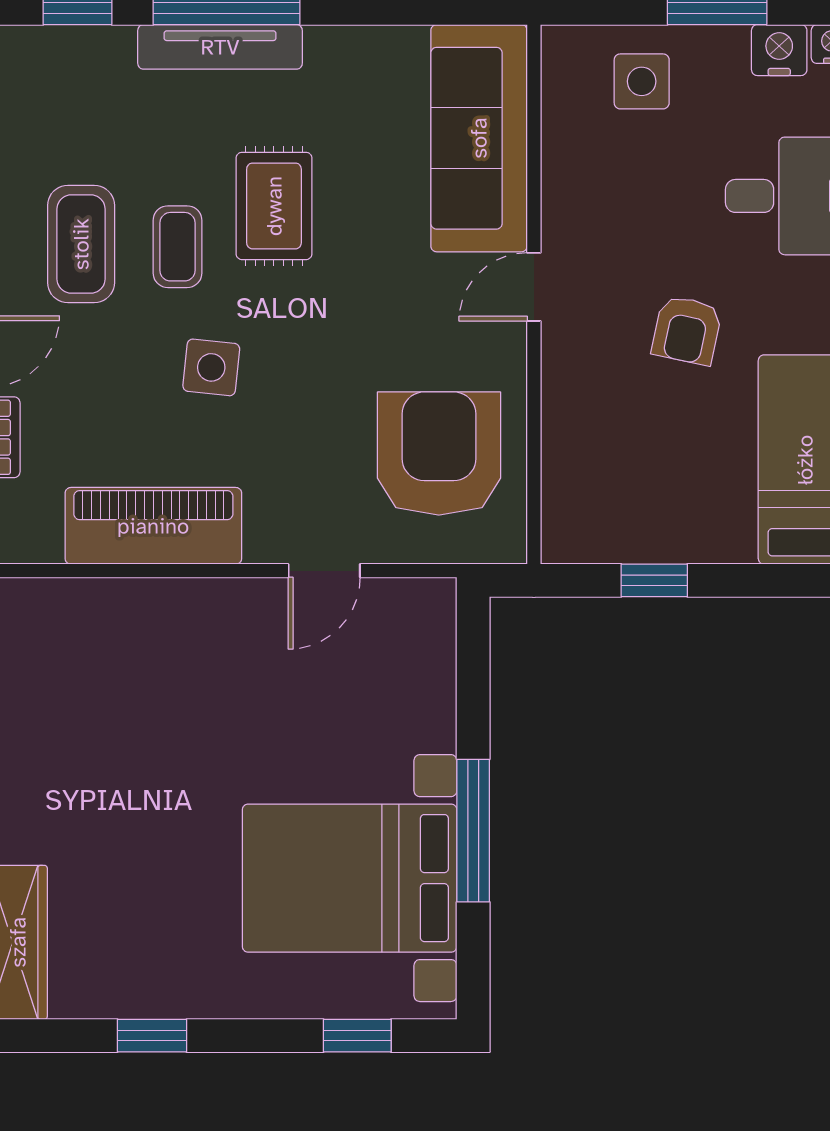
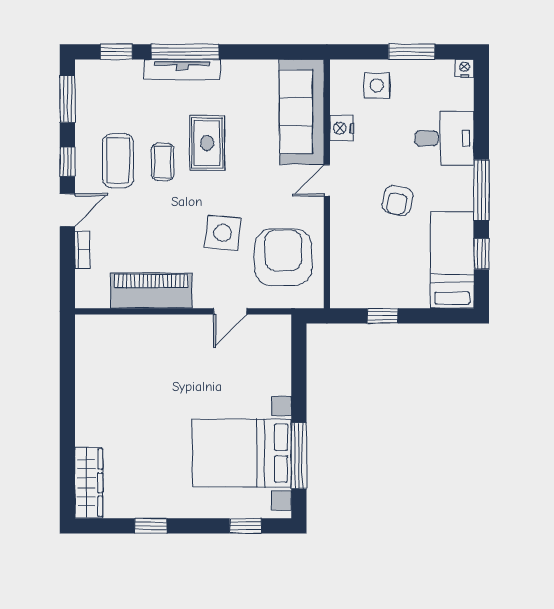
nightstand: (779, 50) -> (342, 128), moved, turned -90
side table: (211, 367) -> (223, 233), moved, width x1.37, depth x1.37
window: (473, 831) -> (299, 456), moved

